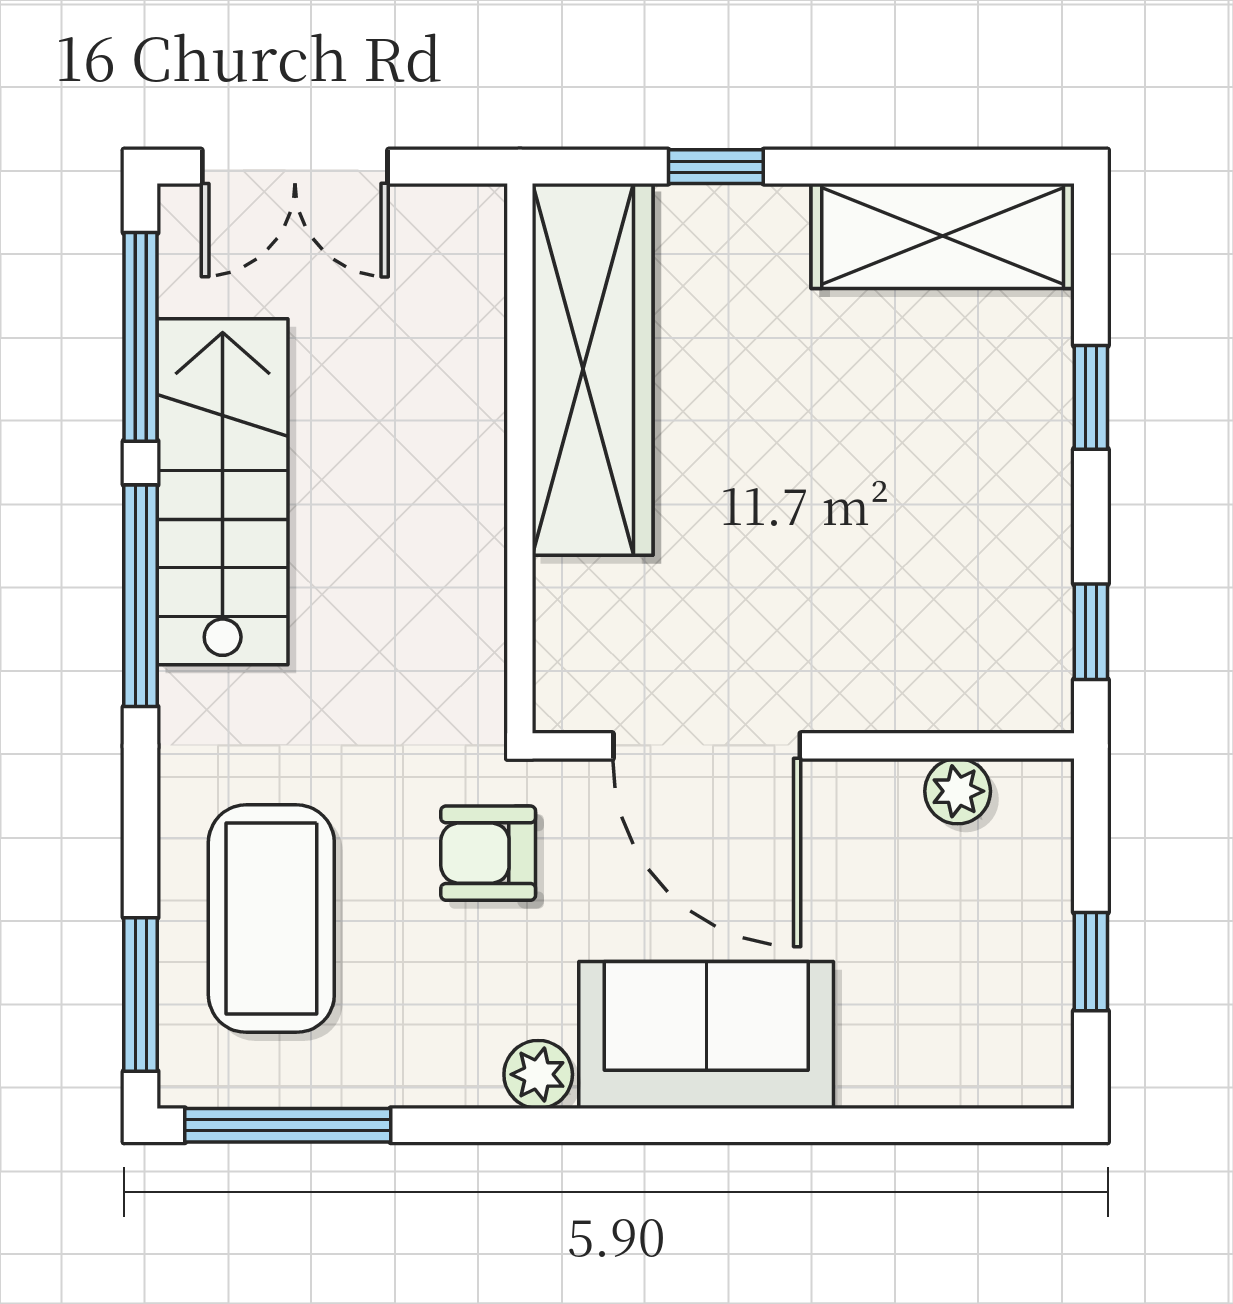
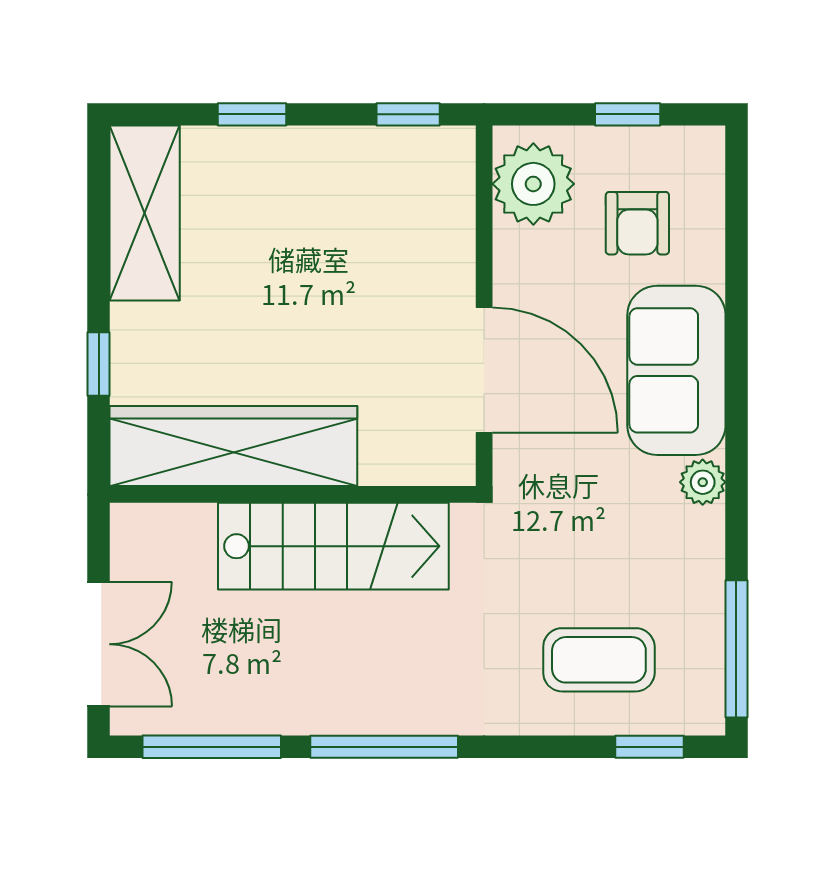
stairs: (223, 492) -> (333, 546), moved, turned 180
door: (707, 746) -> (484, 370), hinge flipped
plant: (958, 791) -> (533, 184), width x1.87, depth x1.87
armchair: (488, 853) -> (637, 223), moved
coffee table: (271, 919) -> (599, 660), width x0.73, depth x0.76
window: (141, 994) -> (649, 747), width x0.67

